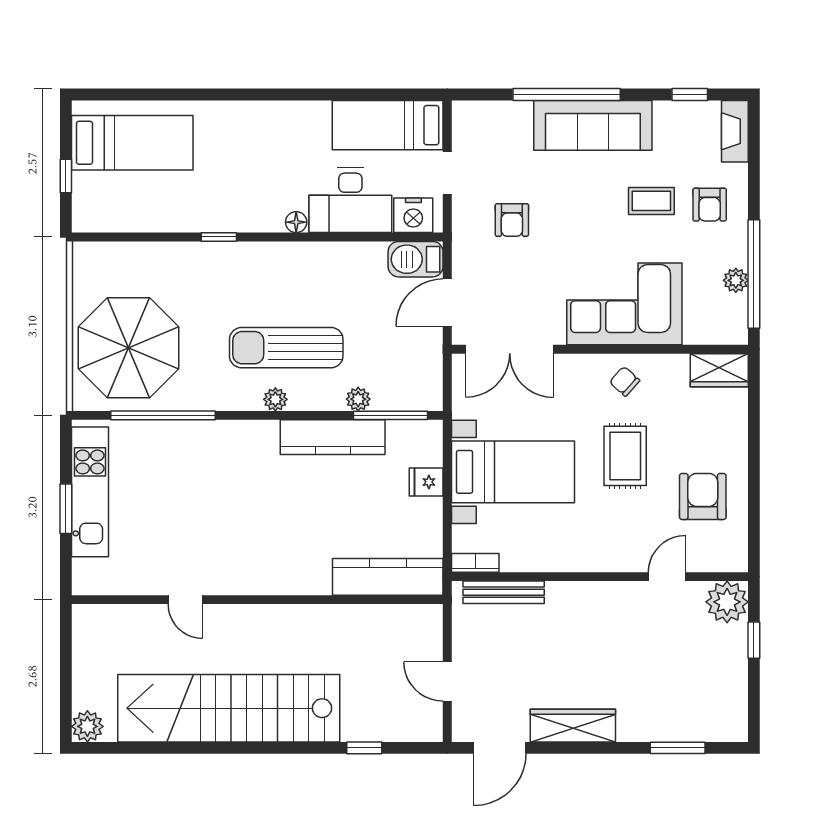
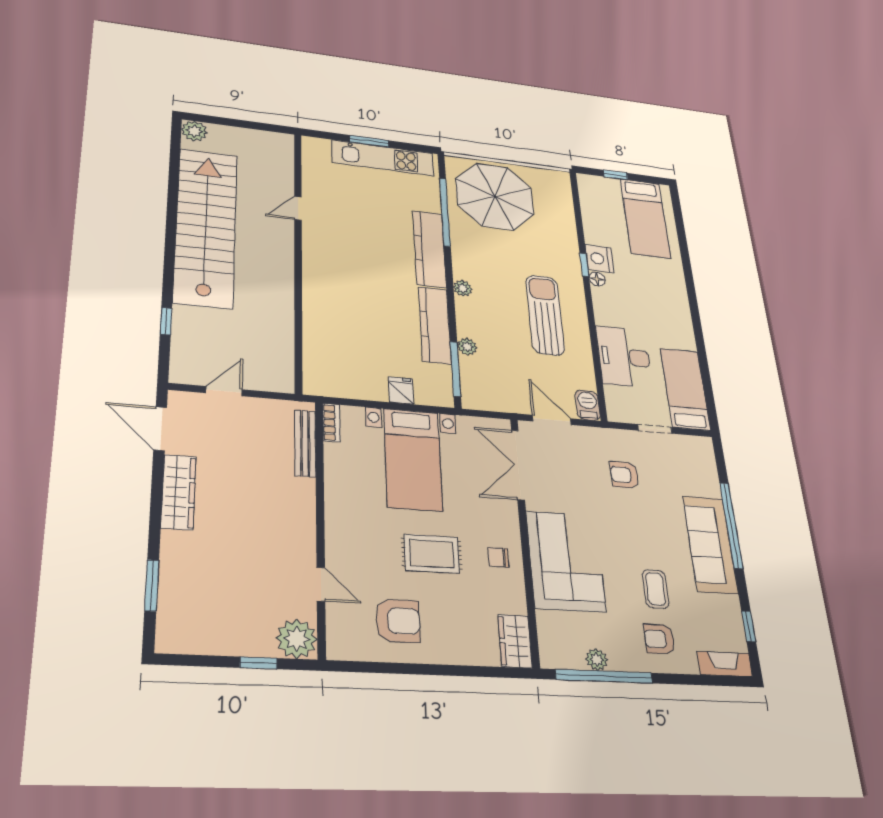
nightstand: (413, 215) -> (599, 259), moved
floor lamp: (296, 222) -> (597, 279), moved
barbecue: (416, 259) -> (588, 405), width x0.73, depth x0.79
sun lounger: (286, 348) -> (545, 315), moved
chair: (625, 381) -> (498, 557), turned -132
kitchen counter: (388, 577) -> (429, 249), moved, turned 180

